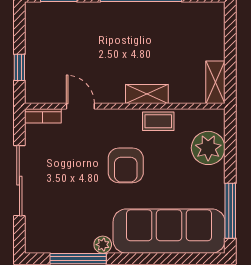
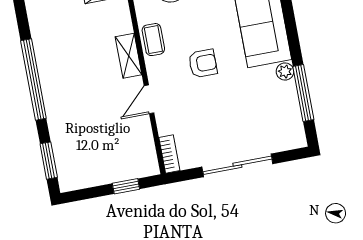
door: (80, 106) -> (149, 99), moved
armchair: (126, 165) -> (203, 63), width x0.72, depth x0.72

